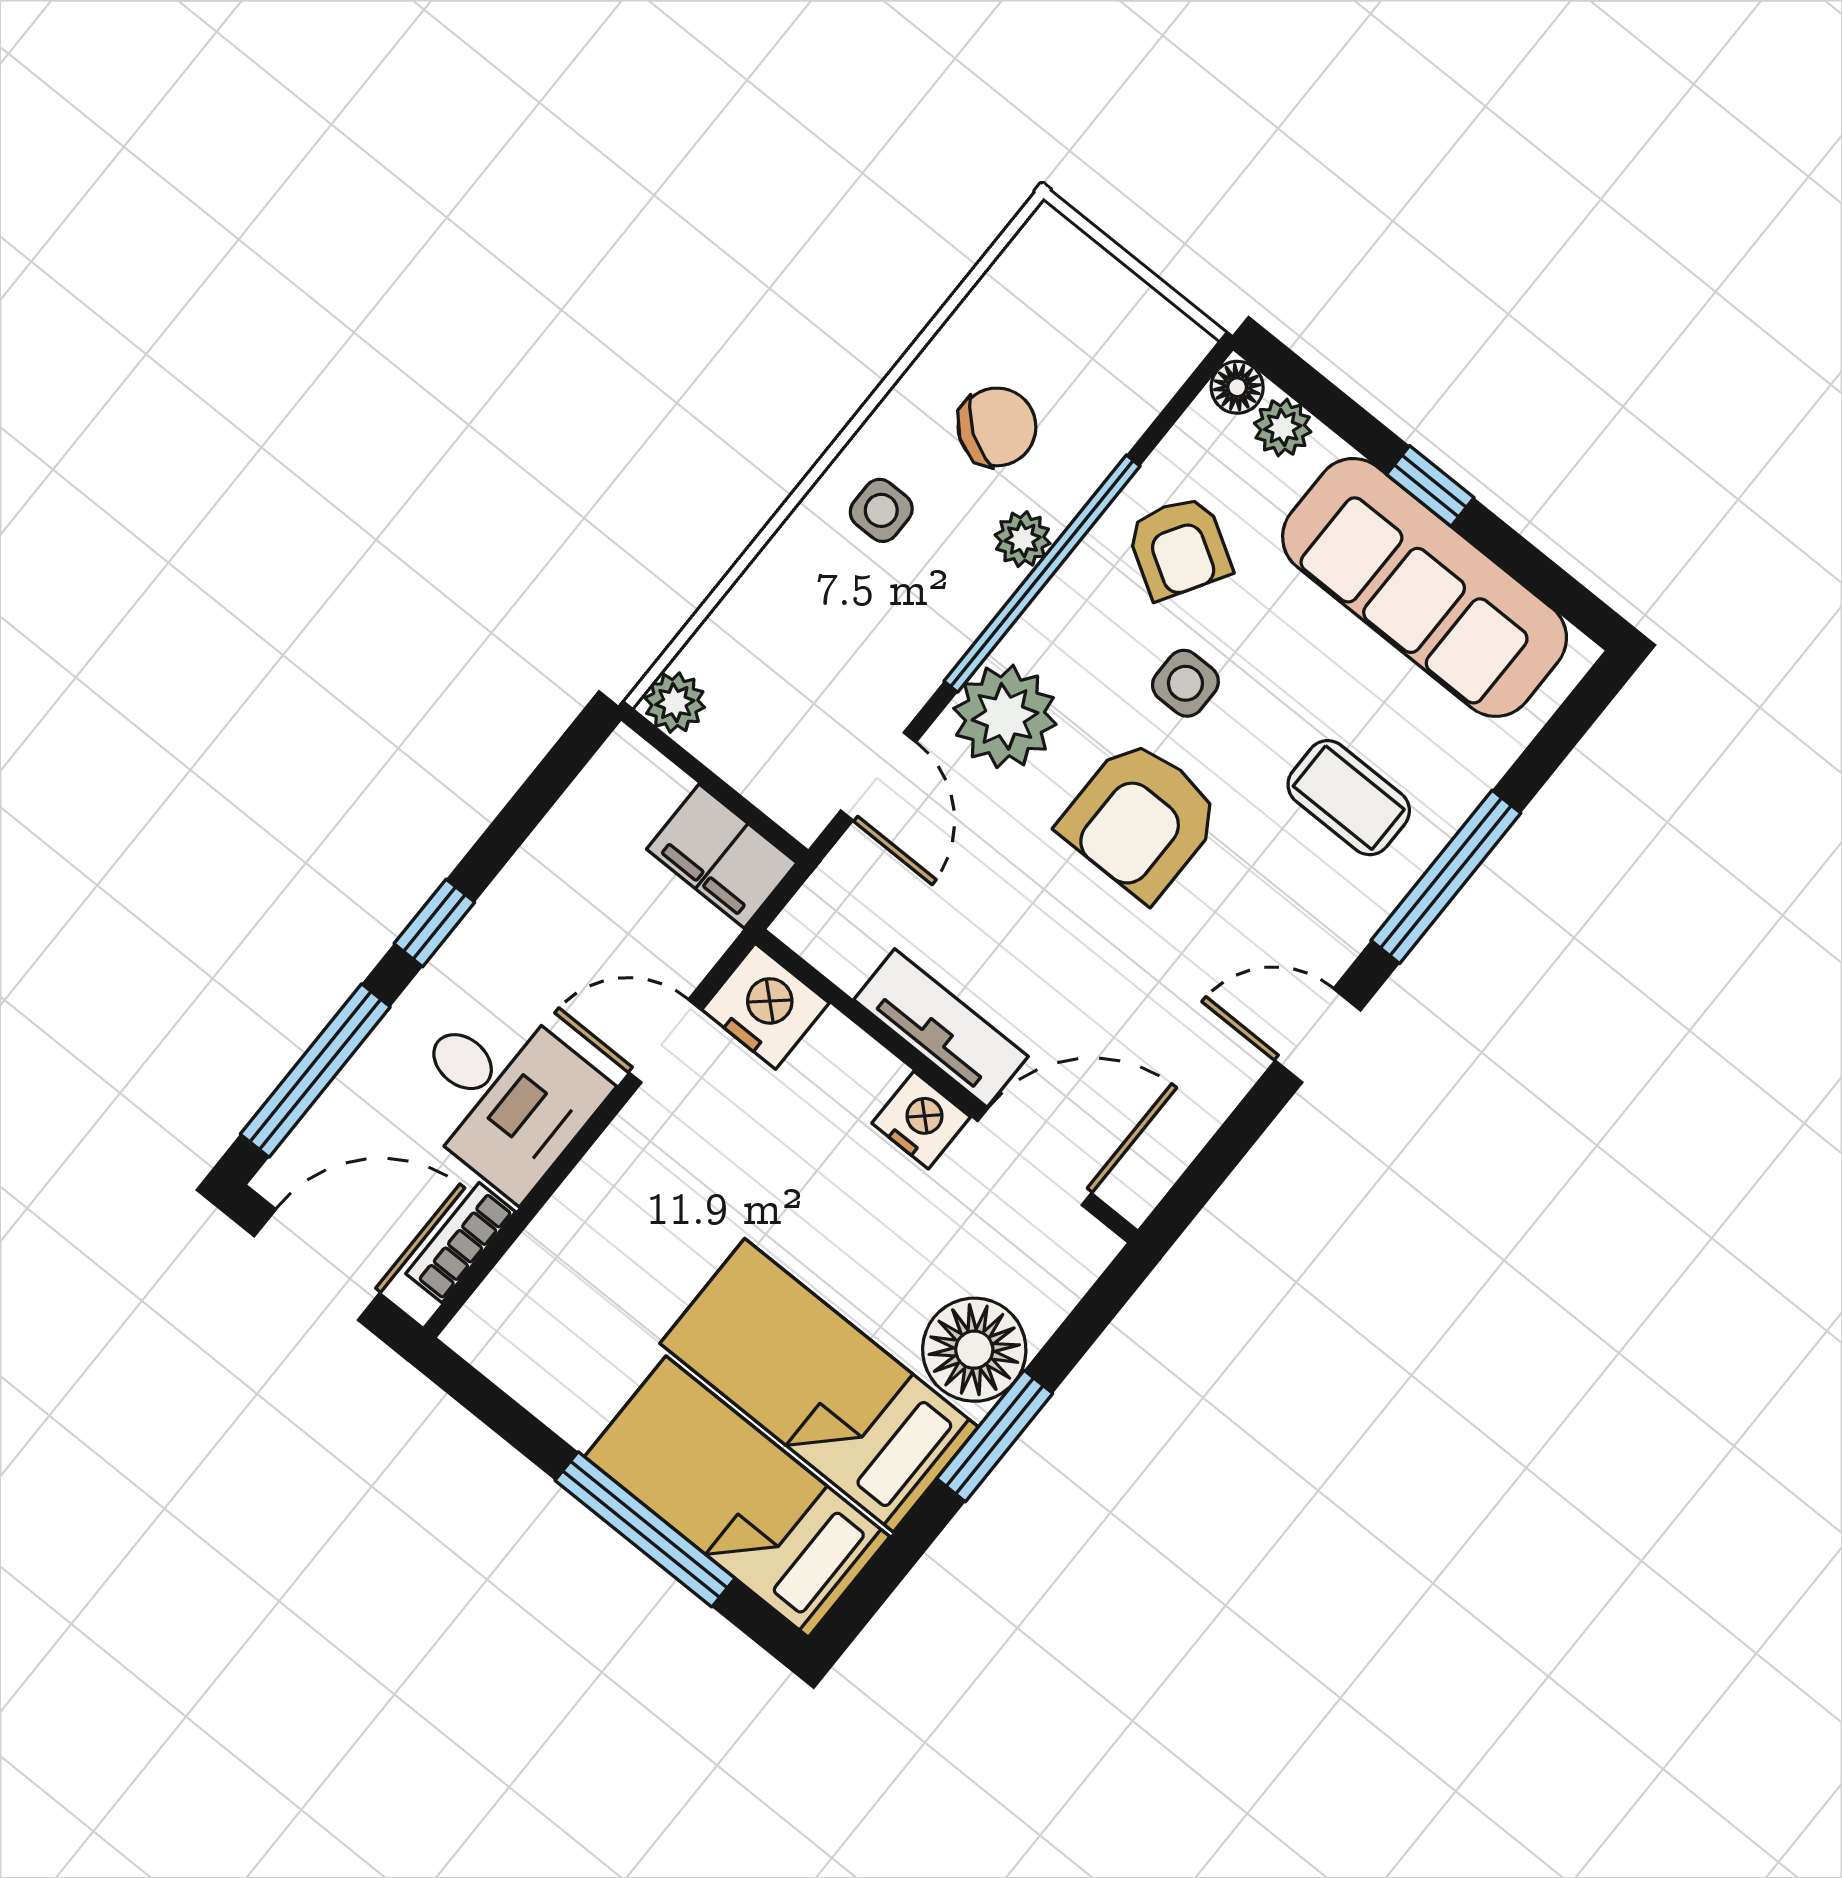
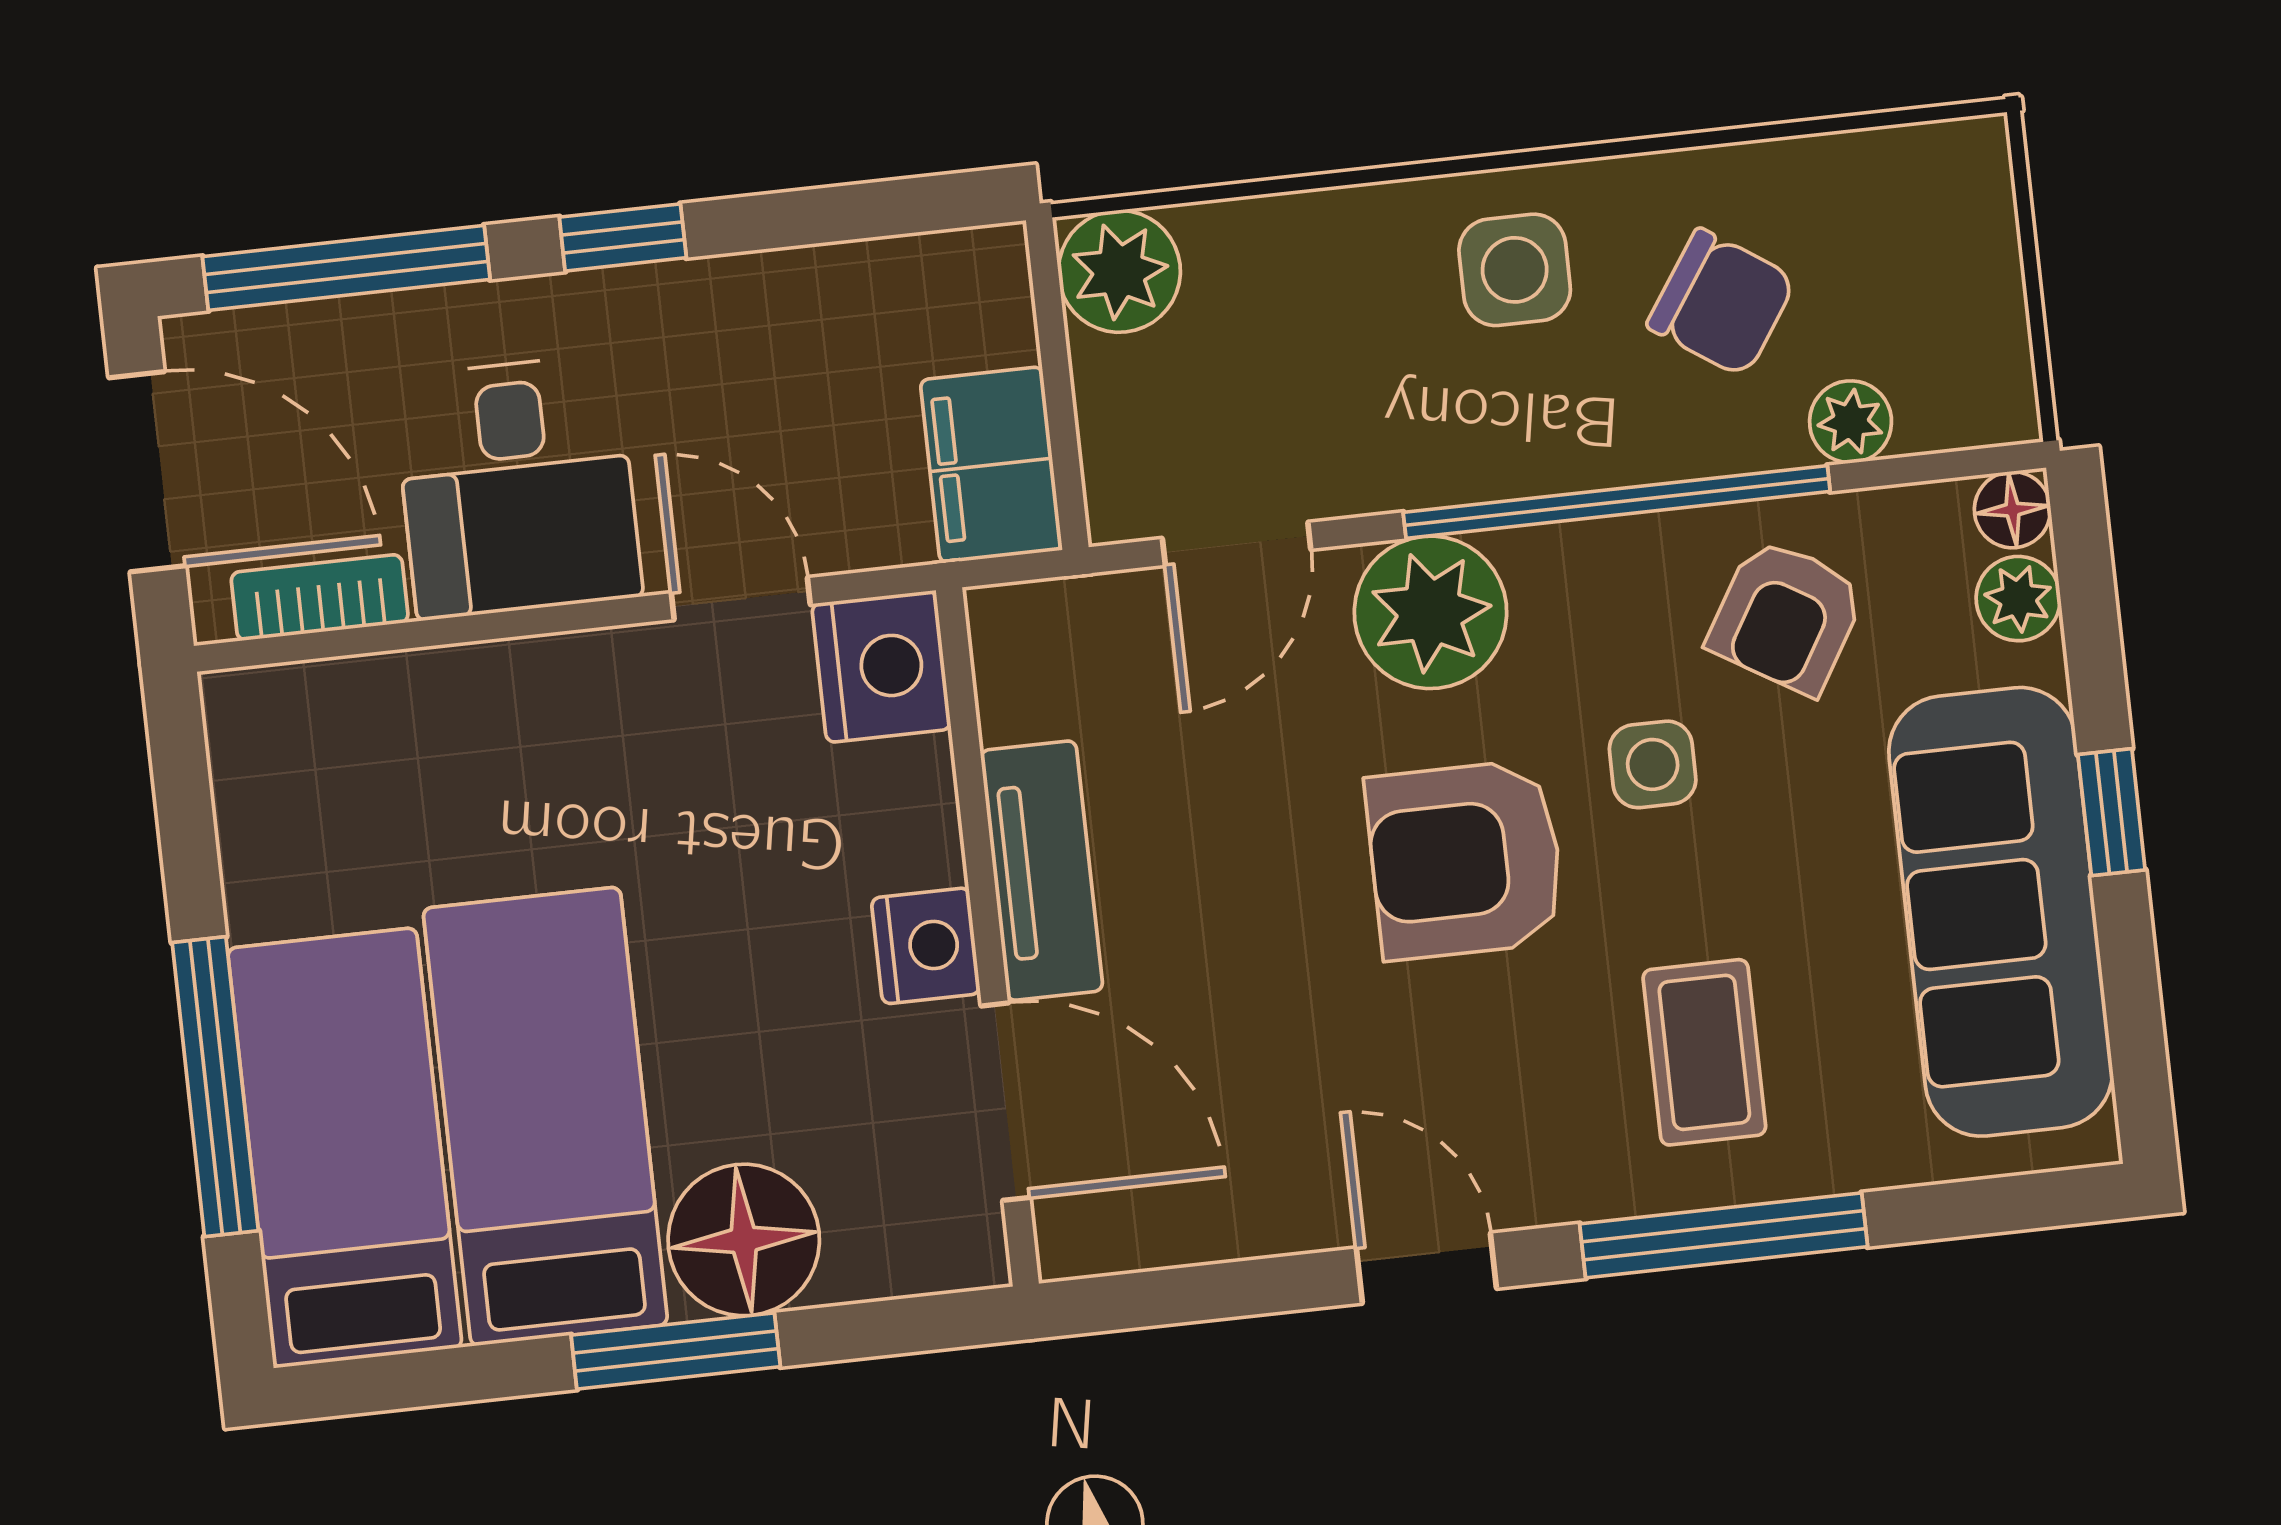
side table: (881, 510) -> (1515, 270), width x1.37, depth x1.37
plant: (1023, 539) -> (1851, 422), moved
plant: (675, 703) -> (1119, 271), width x1.38, depth x1.38

